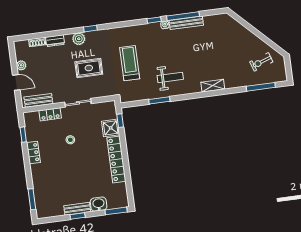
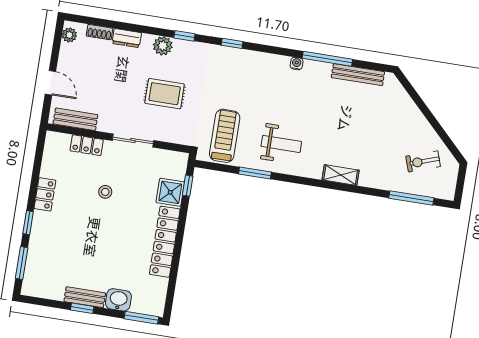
window: (154, 20) -> (232, 43), moved
bench: (186, 23) -> (358, 75), moved
treadmill: (130, 63) -> (225, 136), moved
plant: (21, 65) -> (69, 35), moved
window: (23, 135) -> (28, 223), moved

